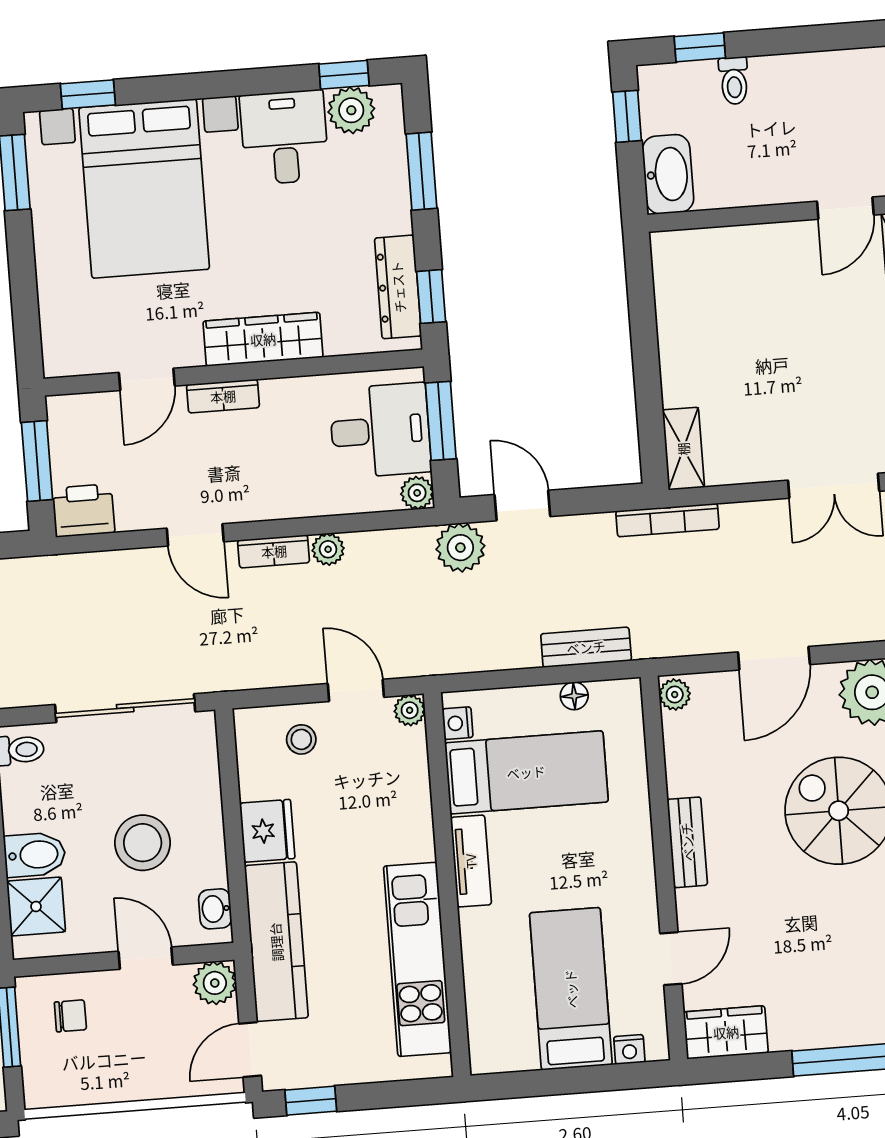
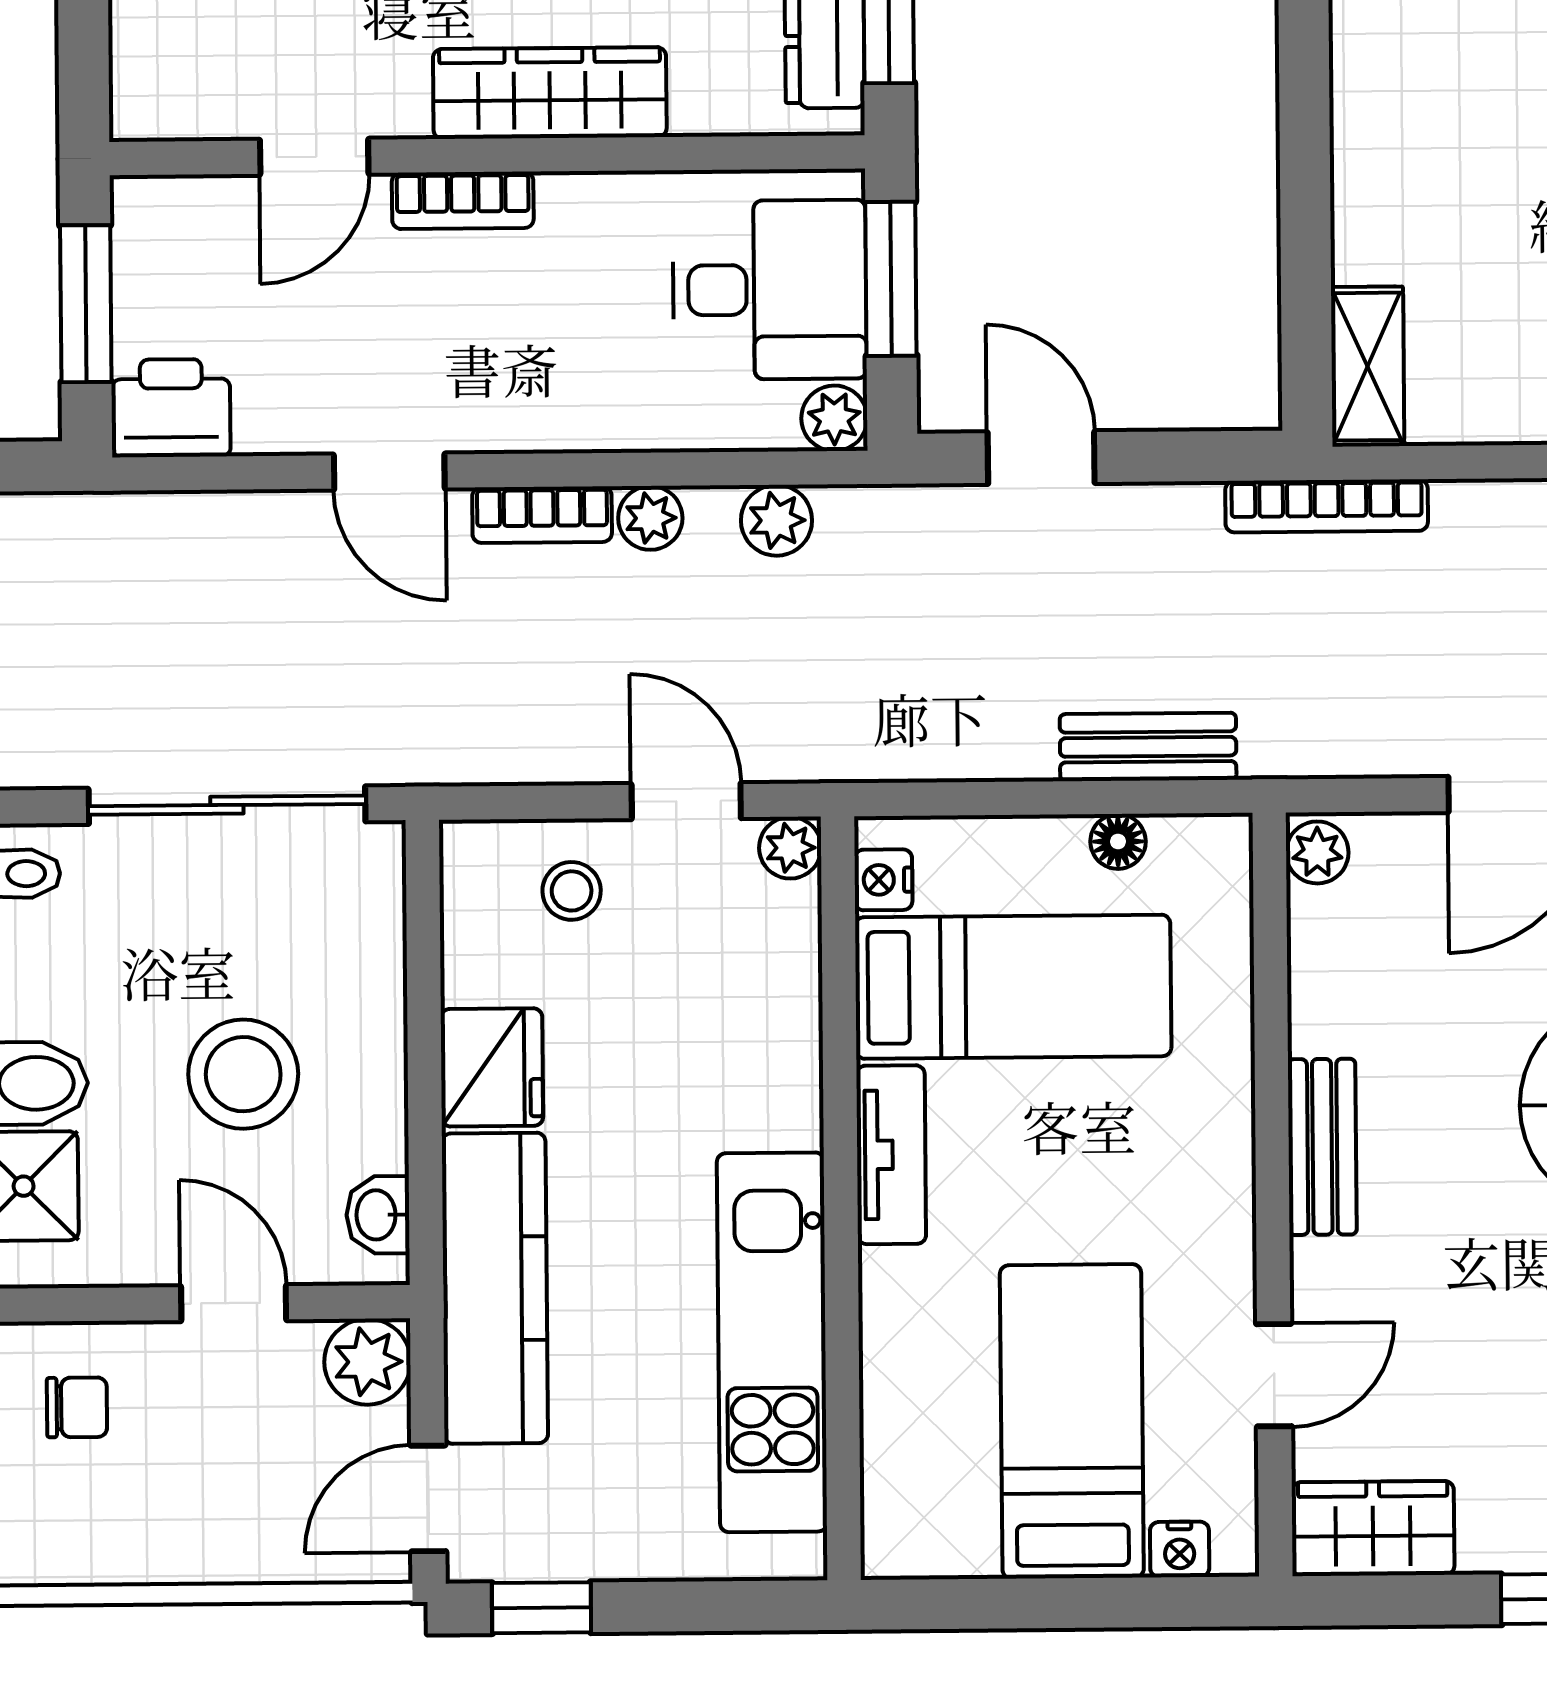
plant: (460, 548) -> (776, 520), moved, width x0.73, depth x0.73

